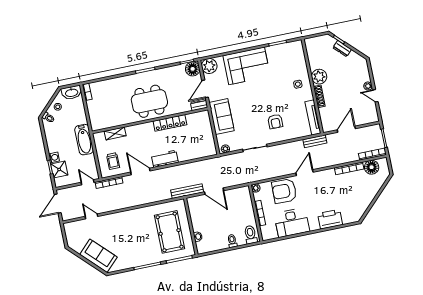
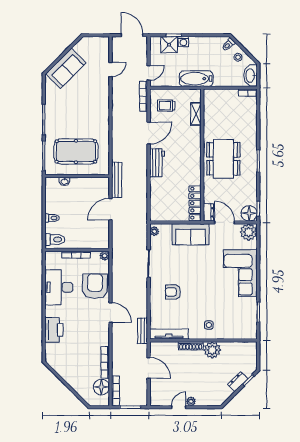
locker: (170, 123) -> (195, 203), moved

